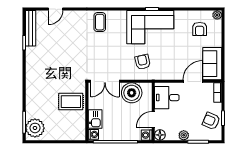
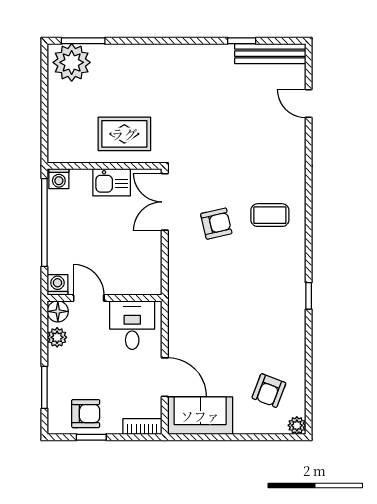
coffee table: (100, 22) -> (270, 215), moved
corner sofa: (150, 27) -> (273, 292), removed
armchair: (200, 29) -> (269, 391), turned -69
armchair: (143, 62) -> (216, 224), moved
boiler: (132, 93) -> (142, 255), removed
rug: (71, 102) -> (124, 134), turned 90
kitchen sink: (95, 119) -> (112, 182), moved
armchair: (211, 121) -> (86, 414), turned 67
plant: (184, 135) -> (57, 337), moved

